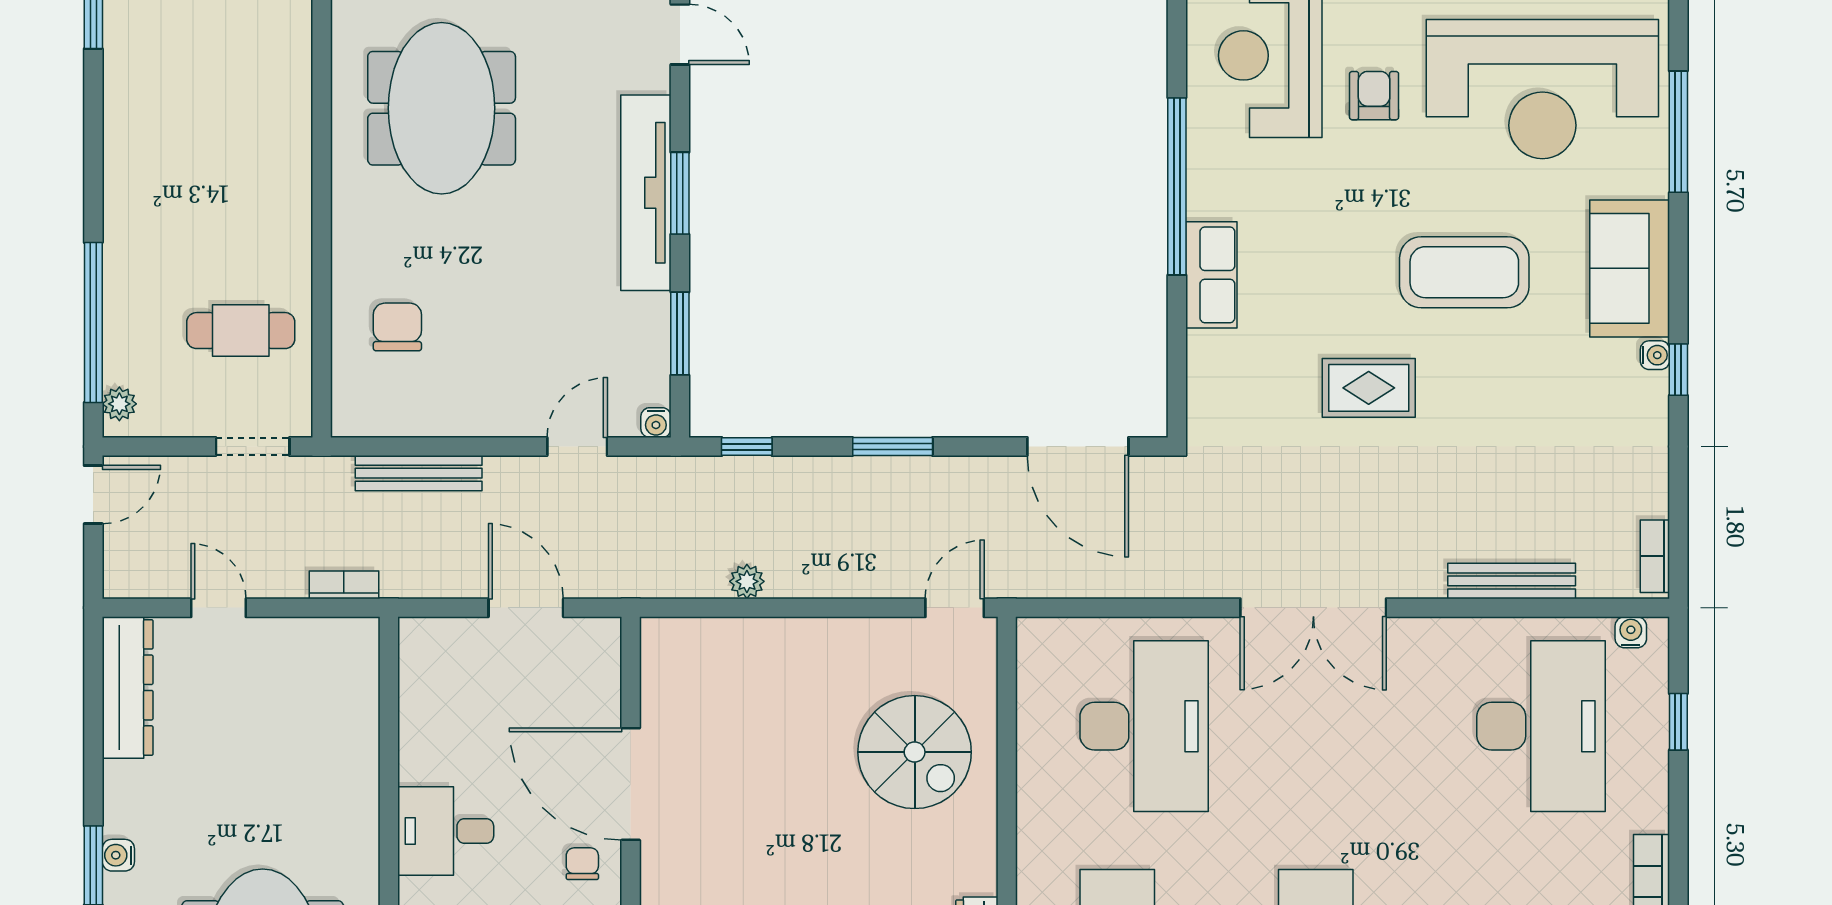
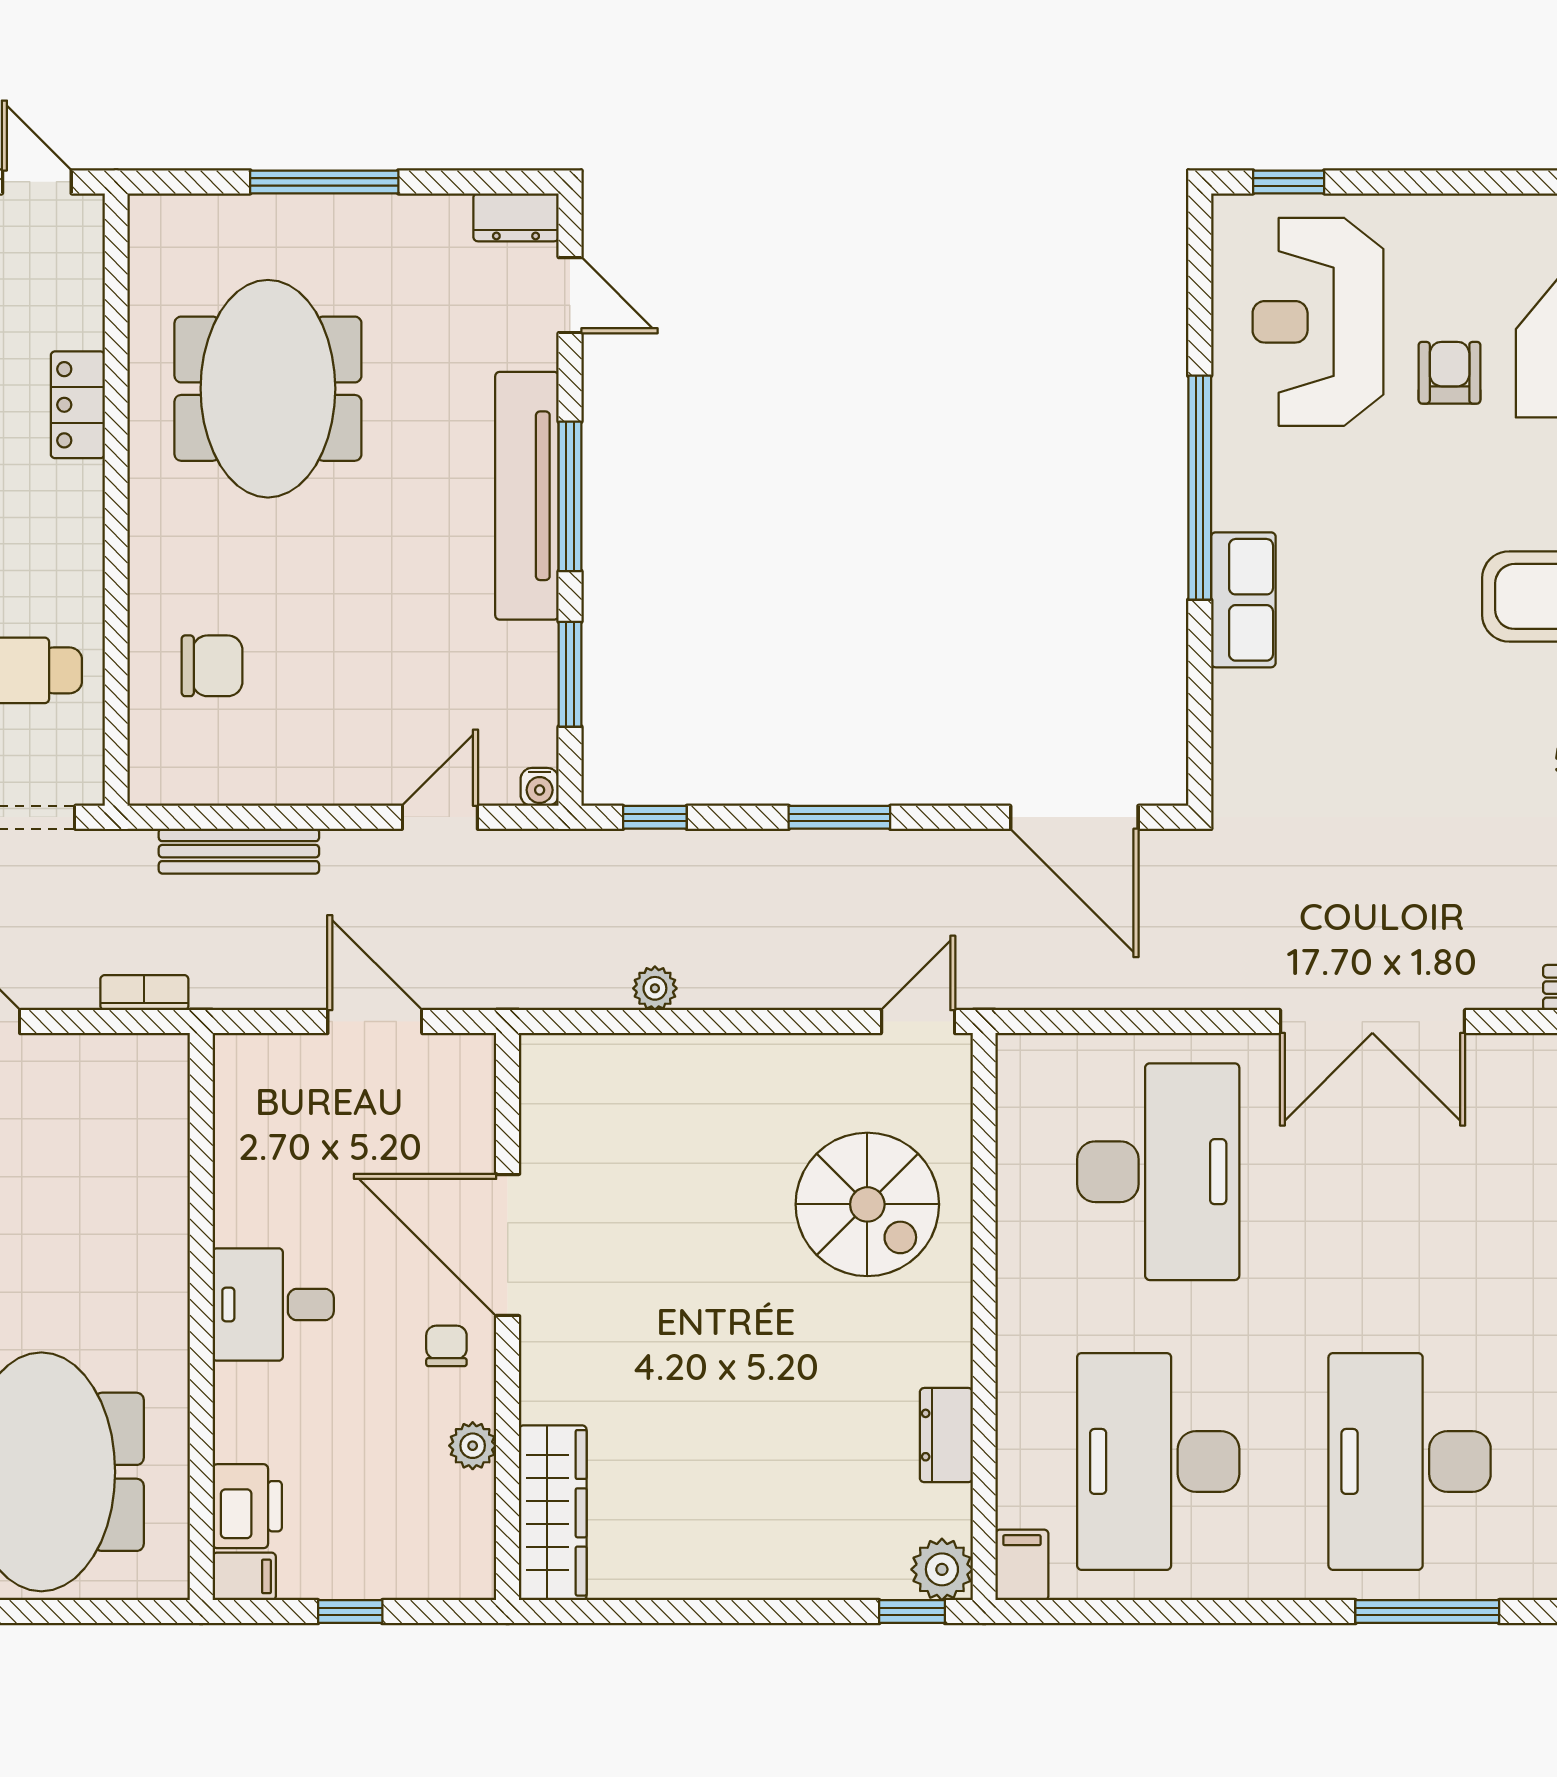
locker: (291, 121) -> (78, 405), added
window: (680, 193) -> (570, 496), width x1.44
chair: (397, 327) -> (212, 666), turned 90
rug: (1369, 388) -> (1443, 743), removed

